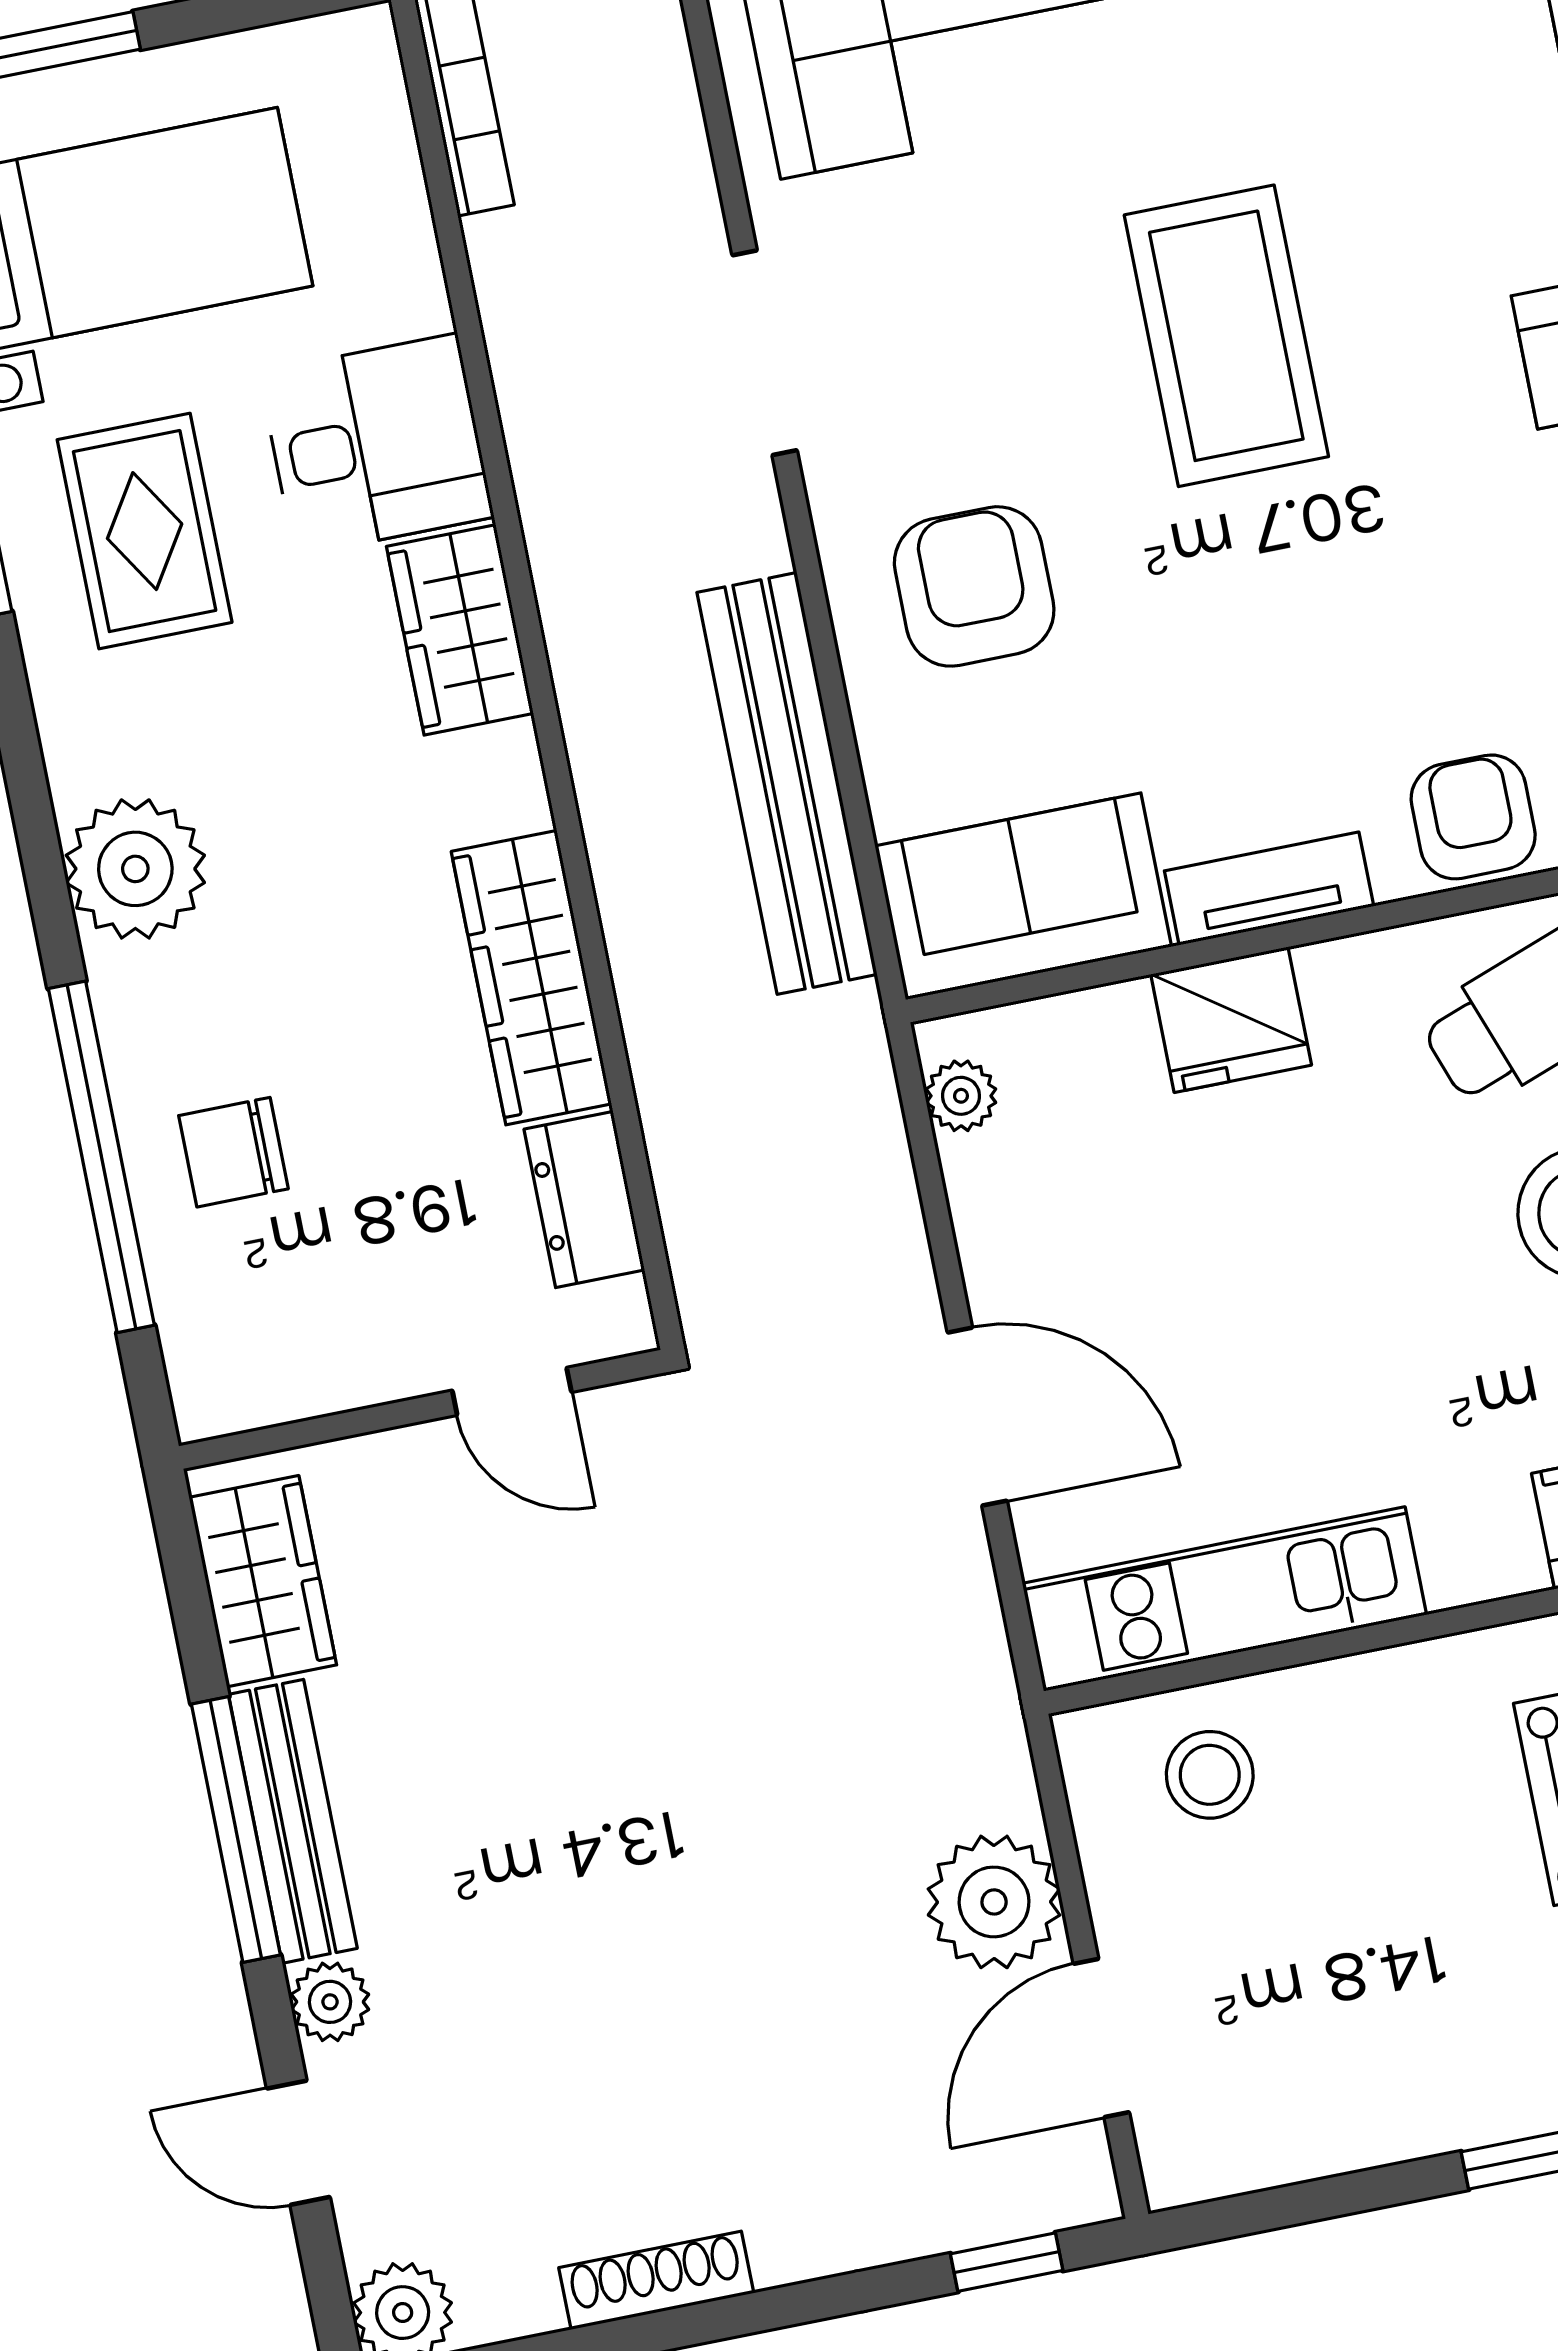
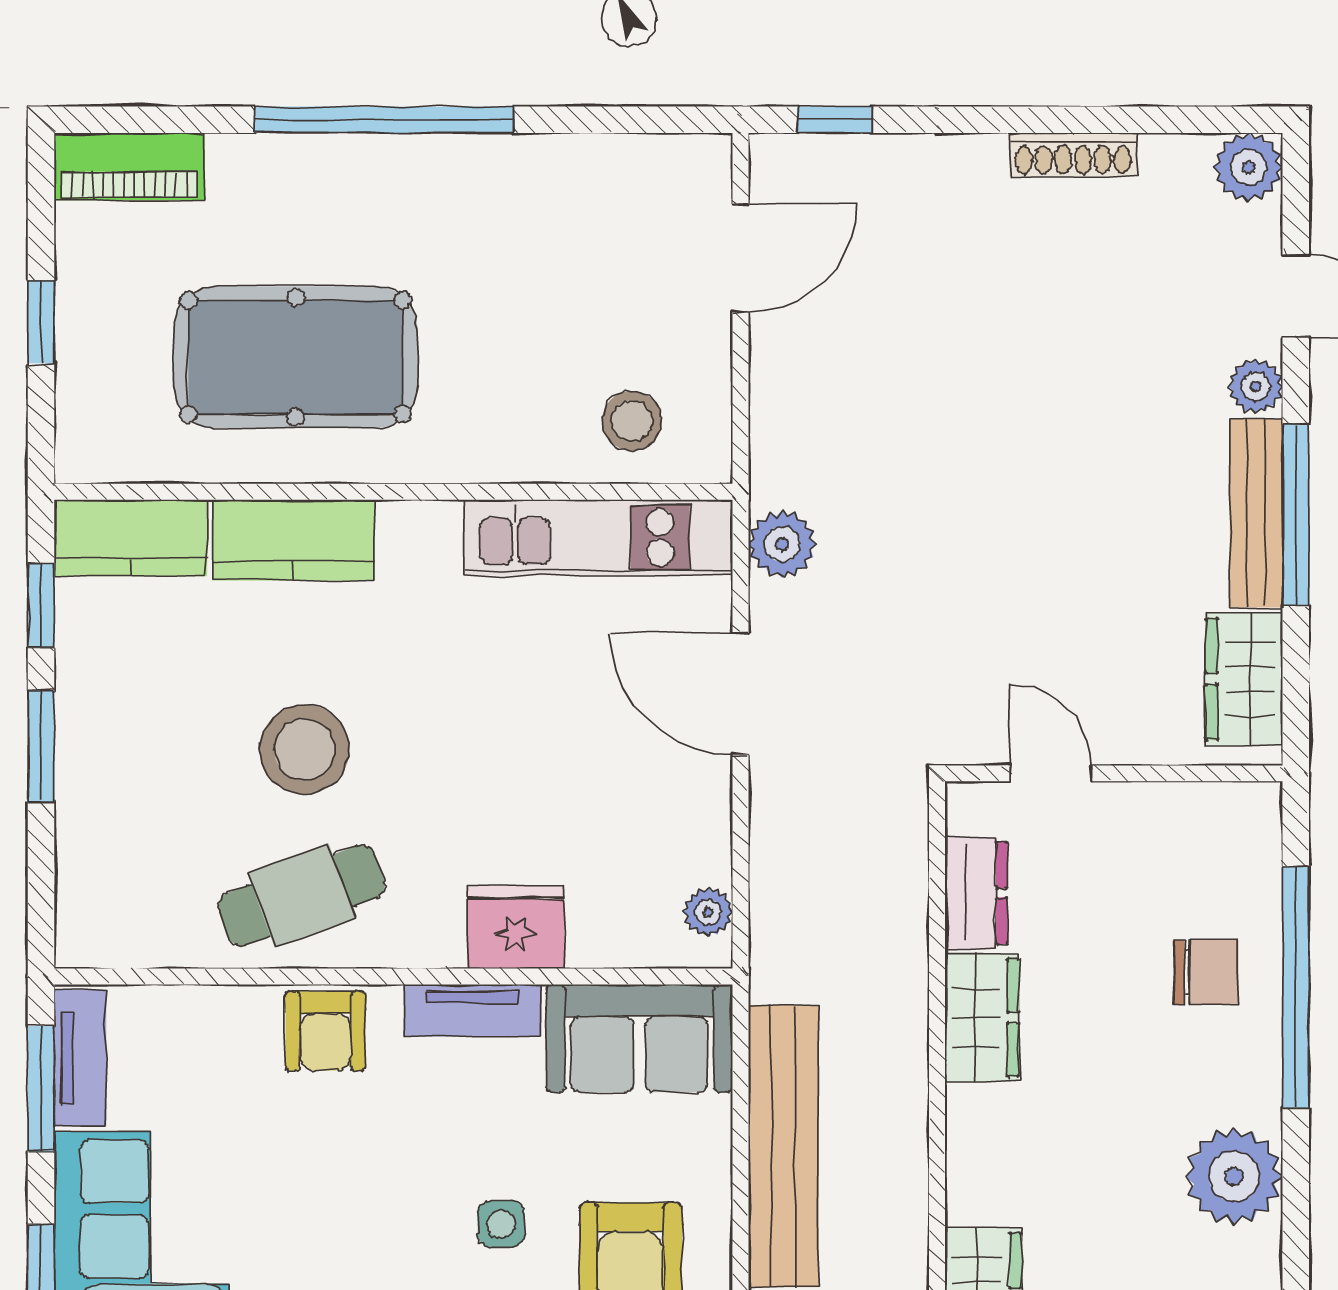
side table: (1168, 592) -> (501, 1224), added
wardrobe: (531, 978) -> (982, 1018), width x0.67
plant: (994, 1902) -> (782, 544), moved, width x0.73, depth x0.73

